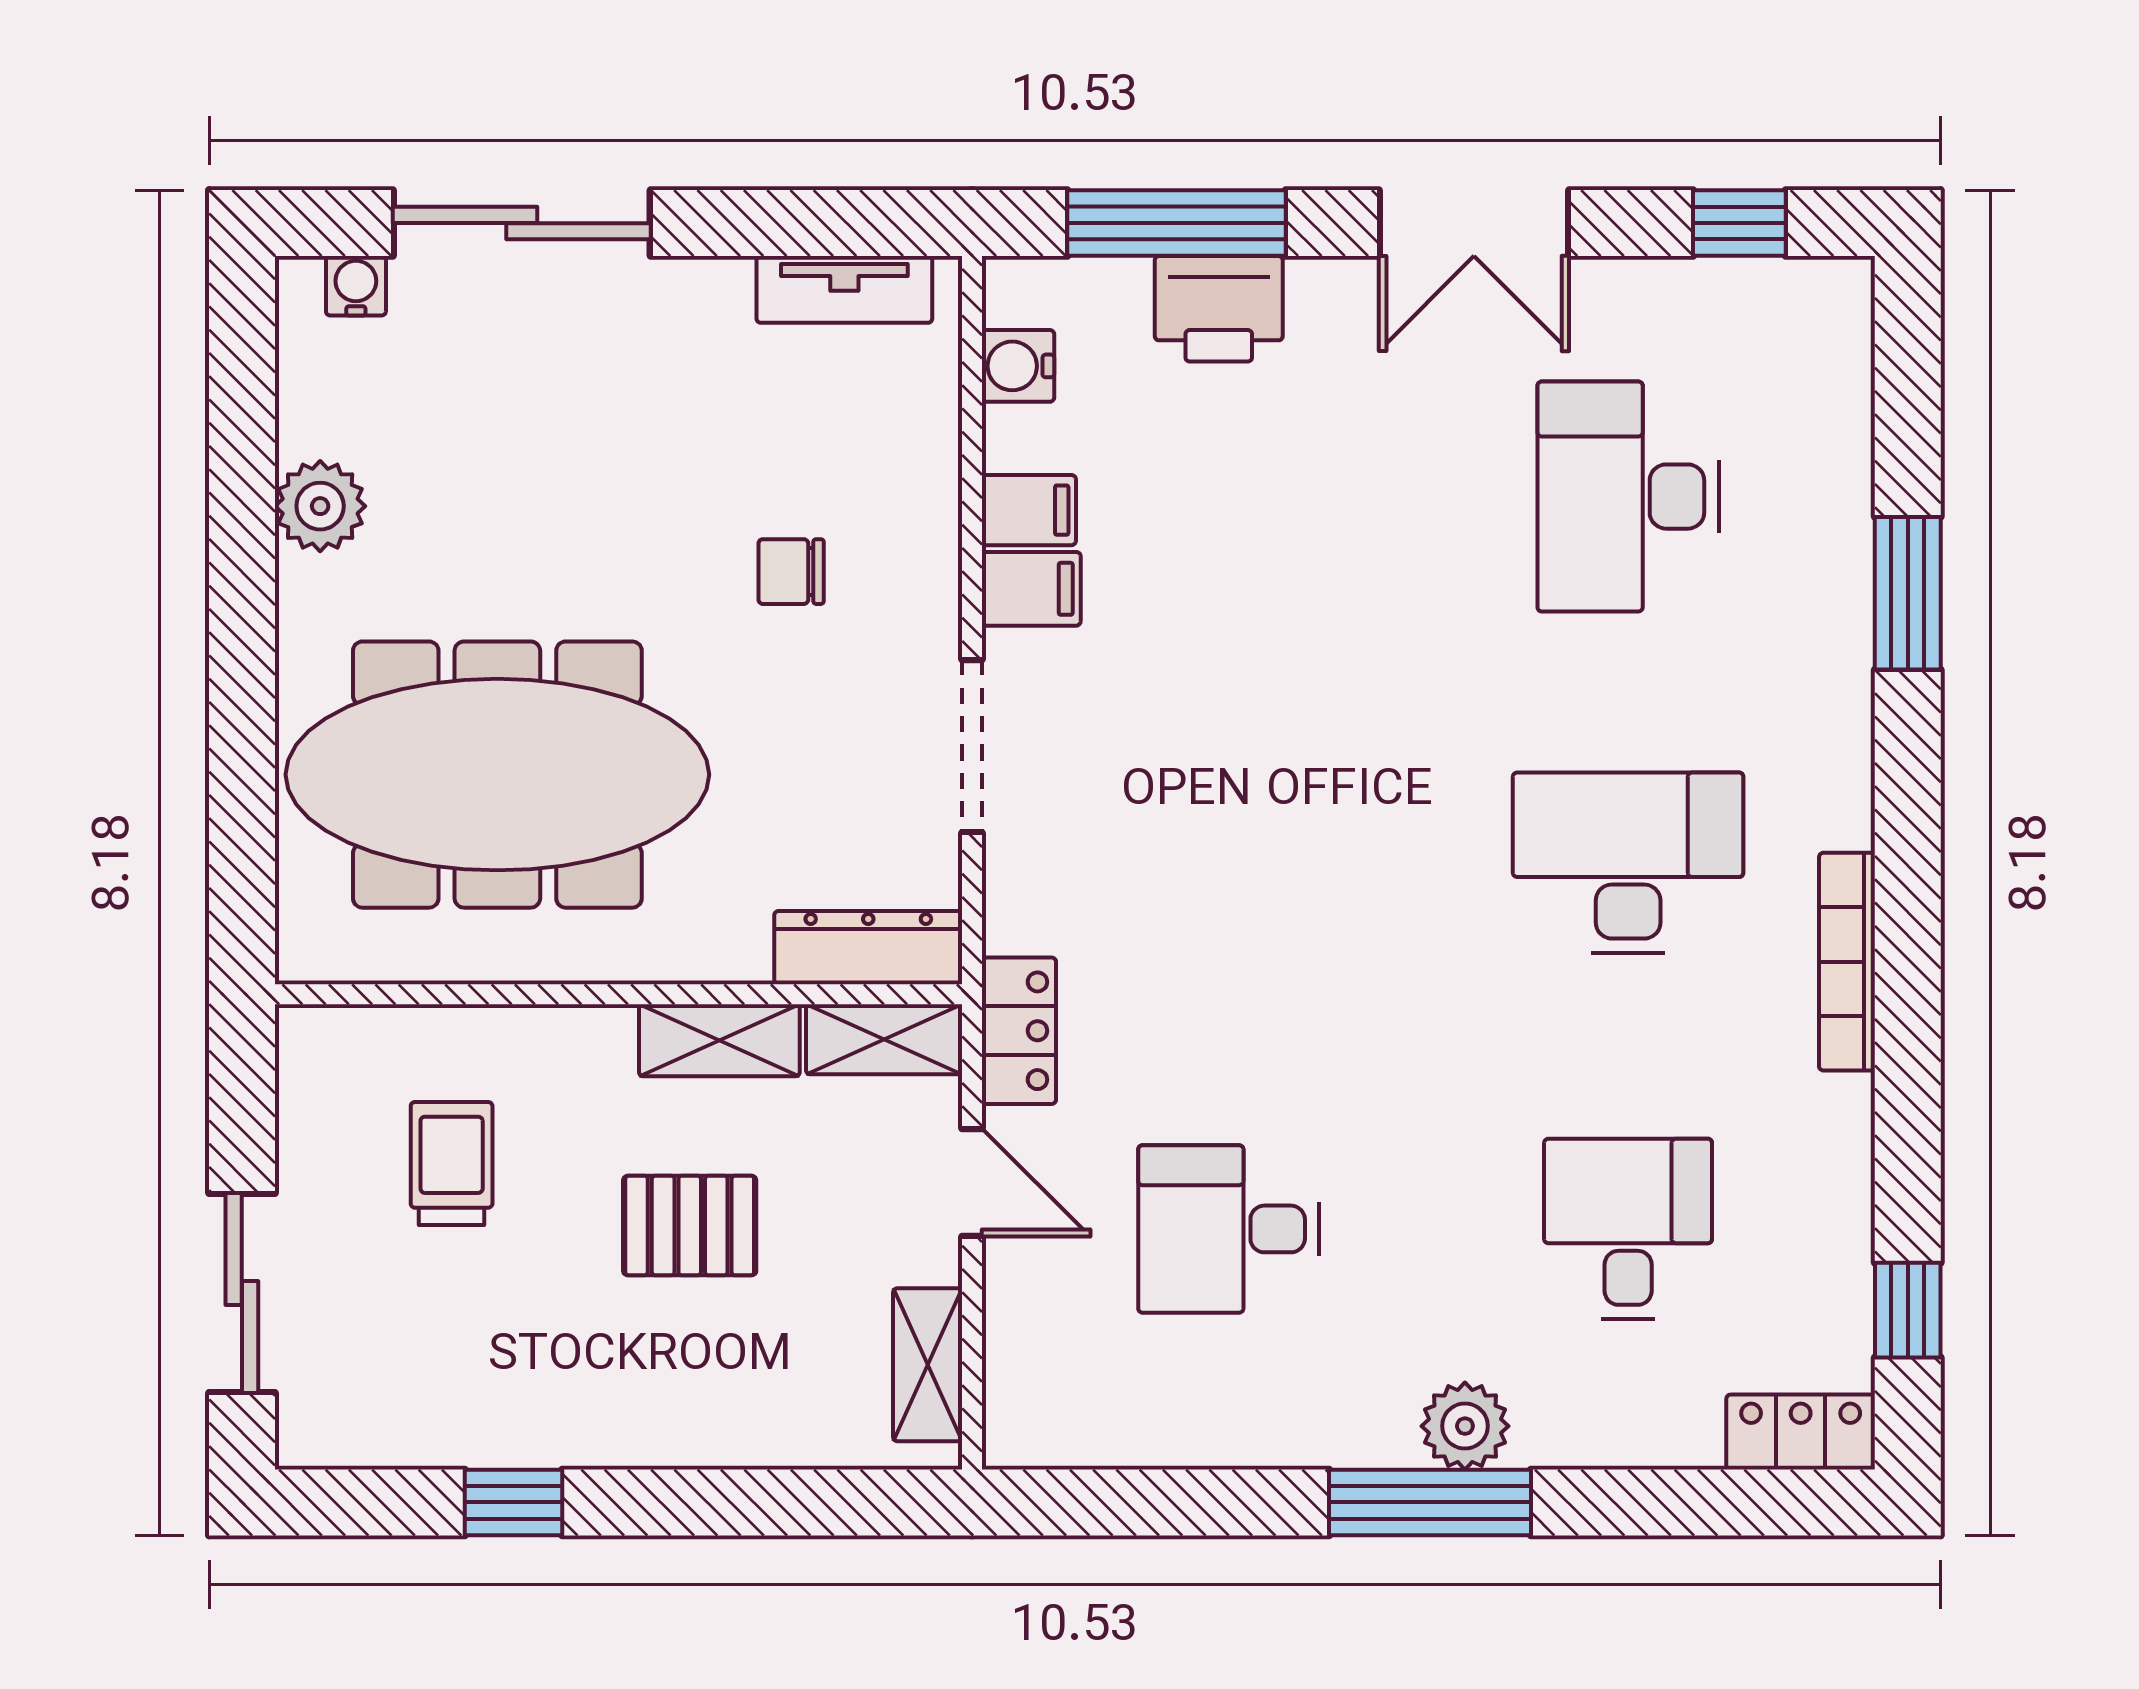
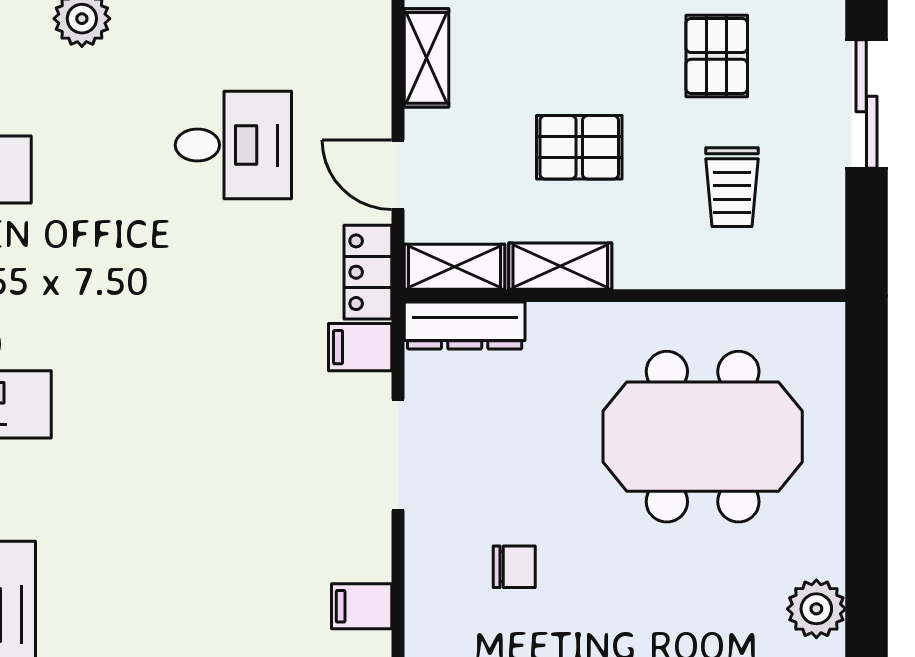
filing cabinet: (1031, 589) -> (360, 347), moved
meeting table: (497, 775) -> (703, 437), width x0.73
pallet: (475, 1368) -> (717, 56), added

